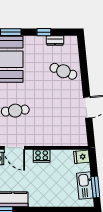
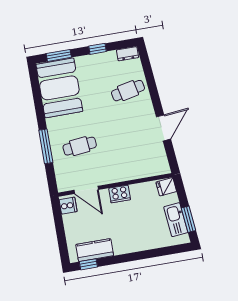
dresser: (55, 41) -> (128, 54), moved
cafe table: (63, 71) -> (128, 91), turned -33

